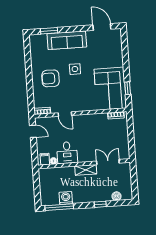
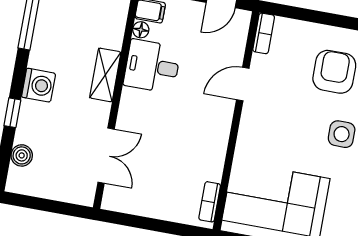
shelving: (86, 170) -> (105, 75), moved
washing machine: (66, 198) -> (39, 85), moved

